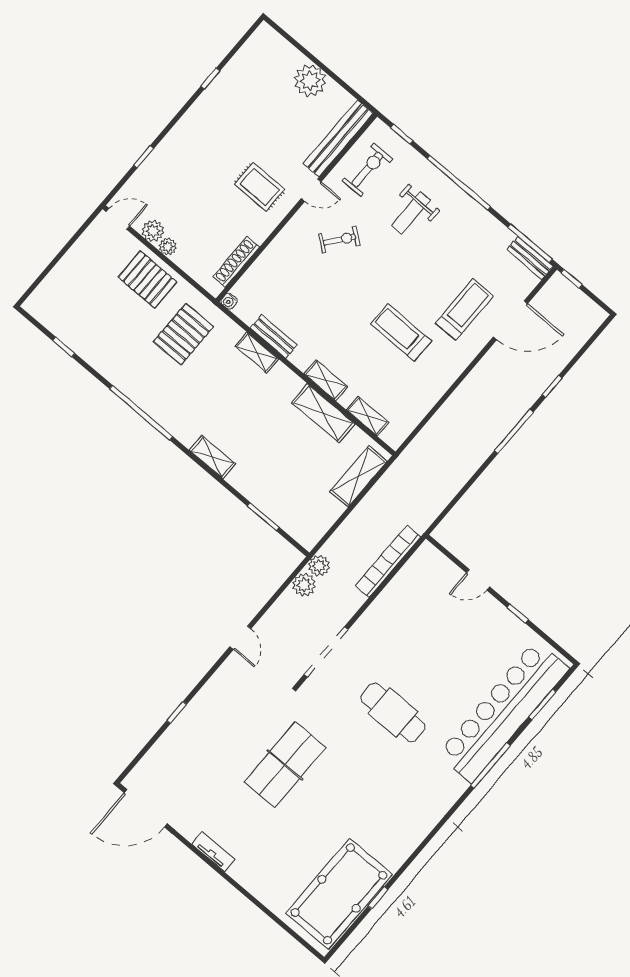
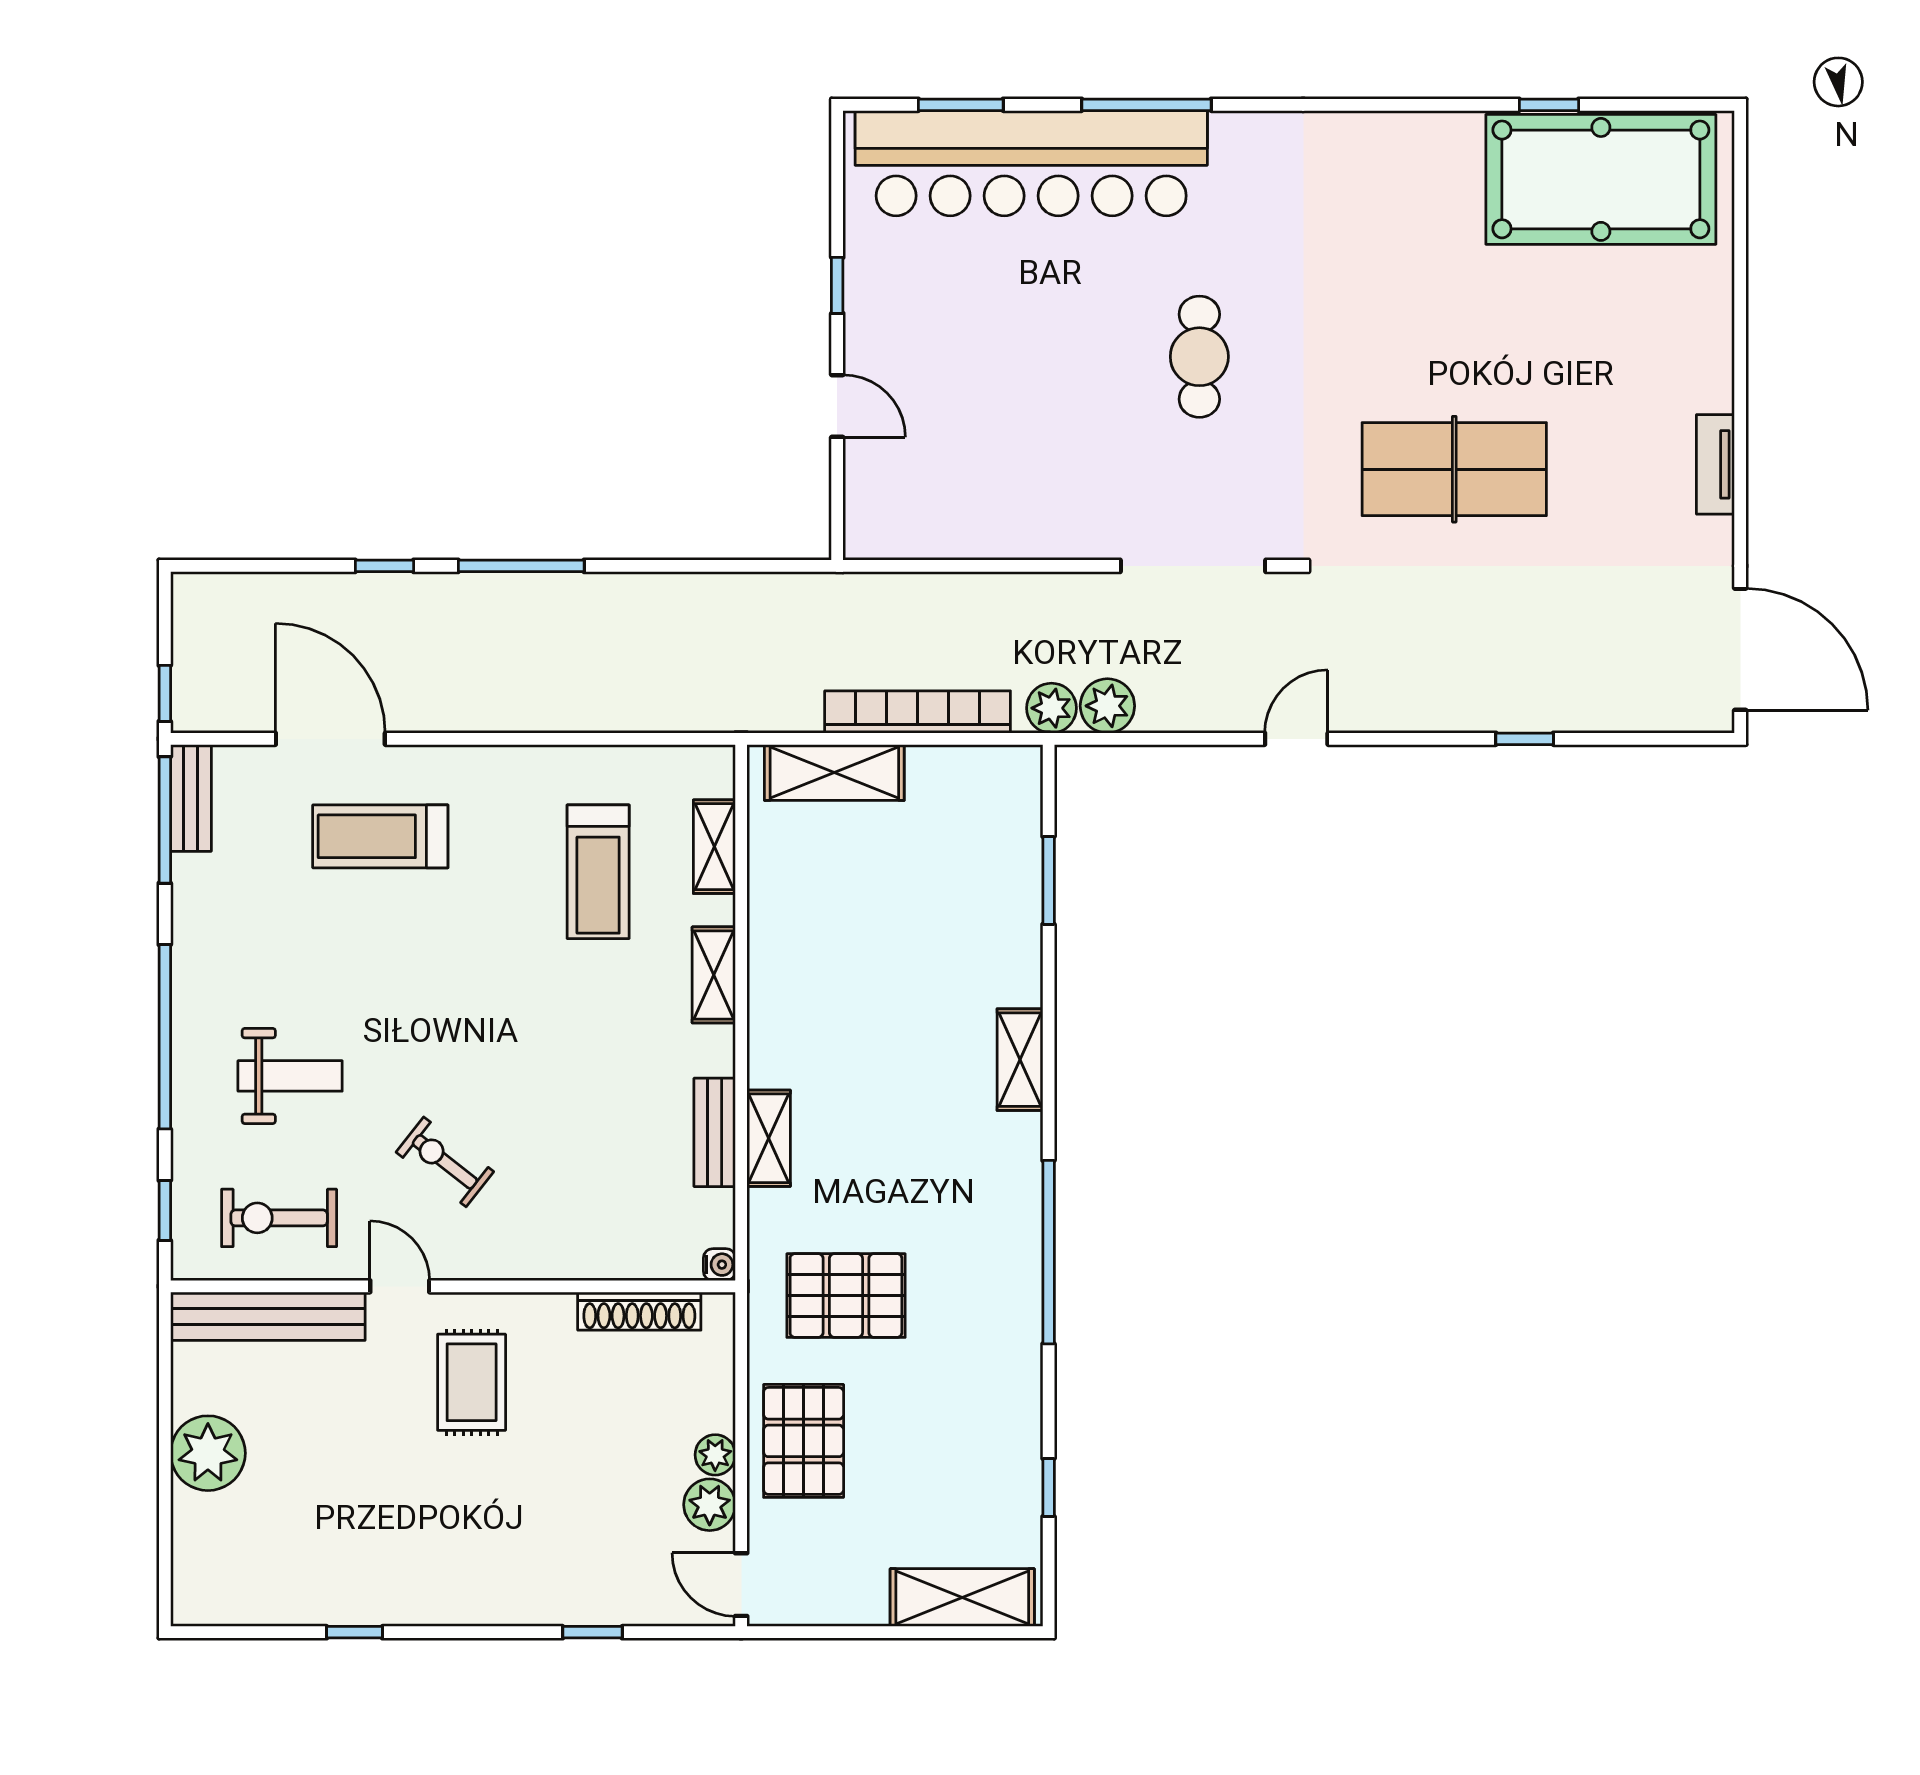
treadmill: (401, 333) -> (598, 872), moved
shelving: (323, 413) -> (962, 1598), moved, turned 90
bookcase: (388, 561) -> (918, 712), moved, turned 180
cafe table: (393, 712) -> (1199, 357), width x0.73, depth x0.74

